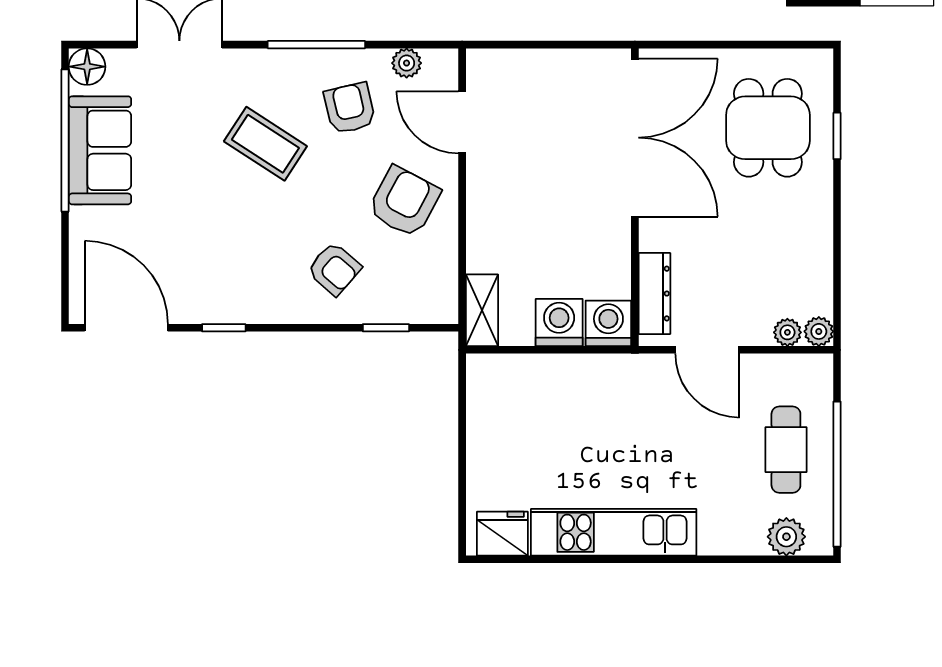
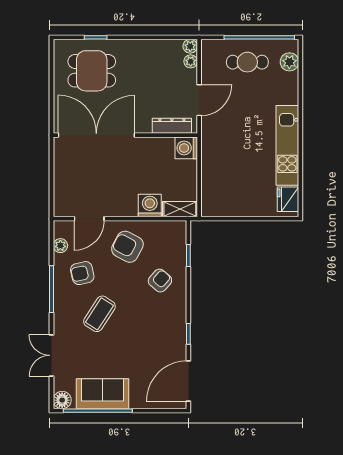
washing machine: (559, 323) -> (150, 206), moved, turned 90

